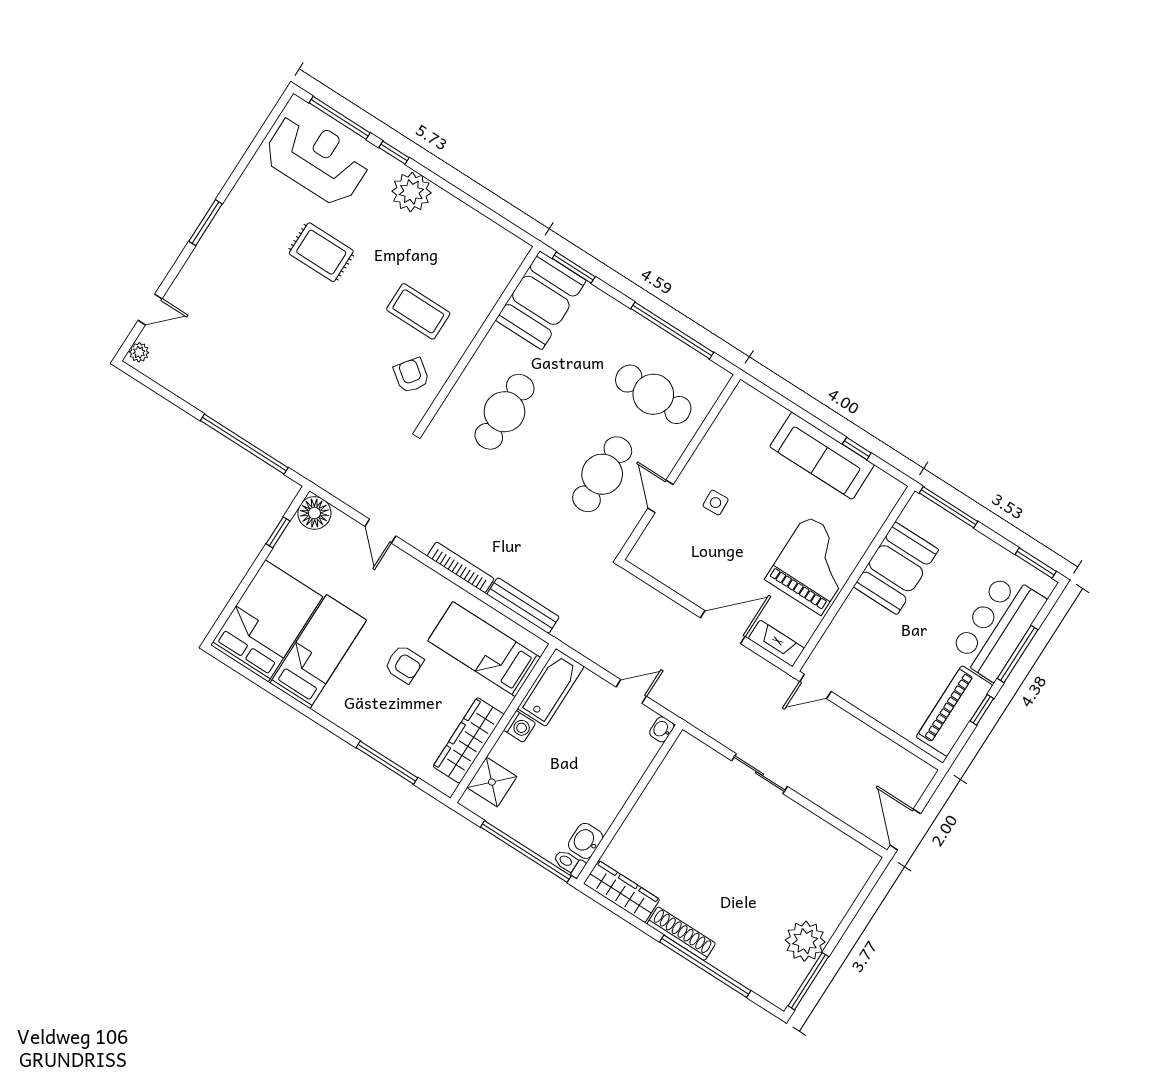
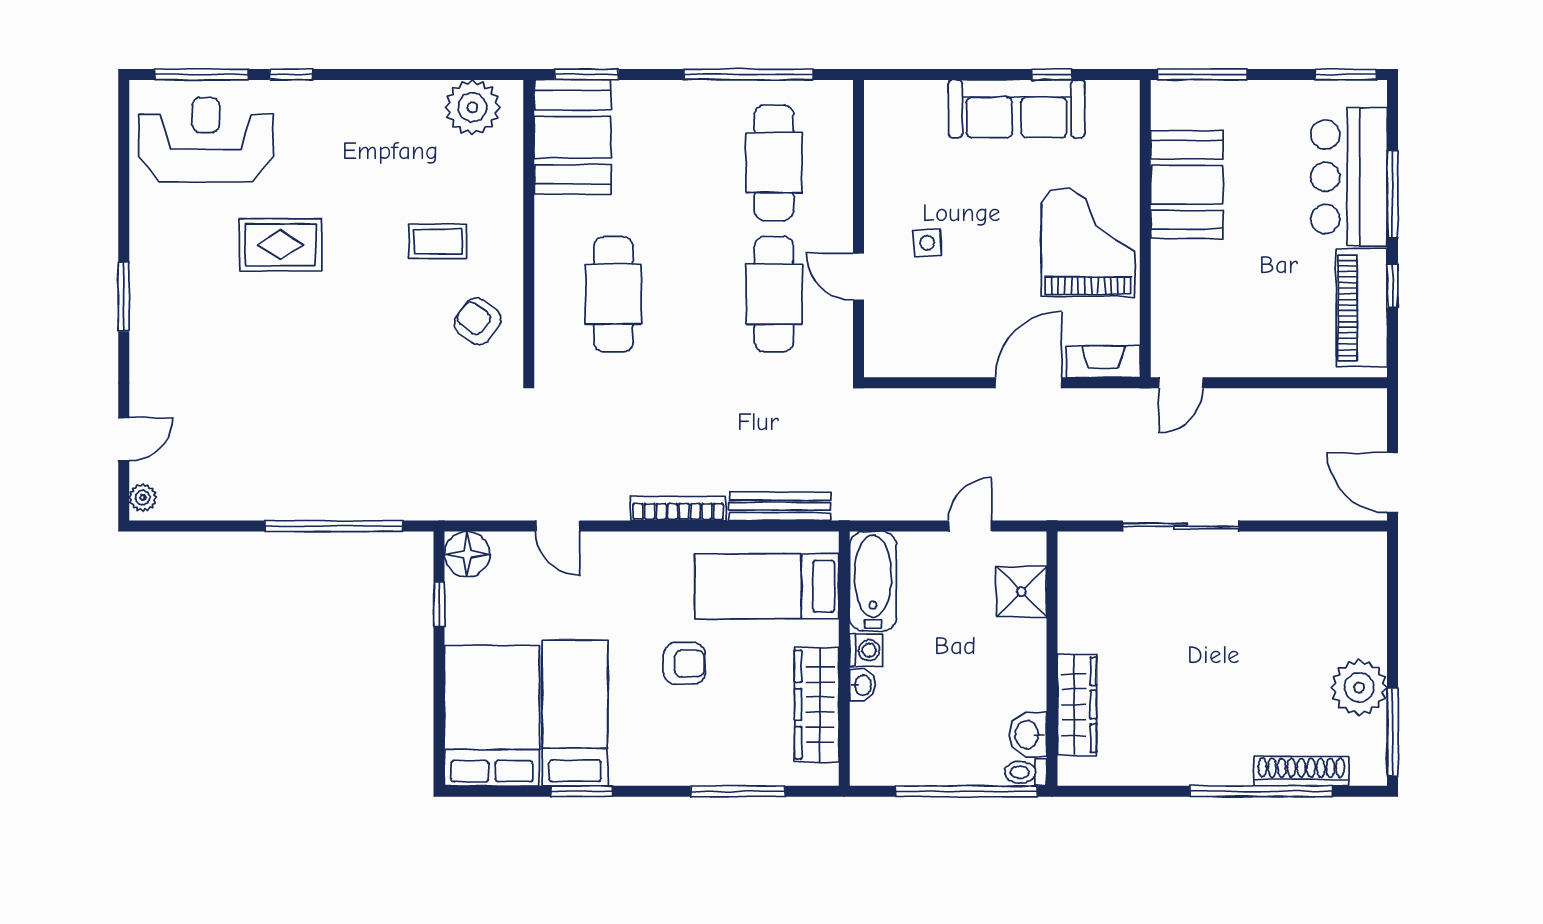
plant: (411, 192) -> (472, 107), moved
coffee table: (418, 311) -> (438, 241), width x0.73, depth x0.77
cafe table: (653, 394) -> (774, 163), turned 90
window: (292, 702) -> (582, 791), added
washbasin: (662, 729) -> (862, 685), moved, turned 180
sliding door: (759, 774) -> (1181, 526), width x1.37
shower: (492, 782) -> (1021, 592), moved
wardrobe: (622, 891) -> (1077, 705), moved, turned 90
shoe rack: (681, 934) -> (1301, 771), moved

